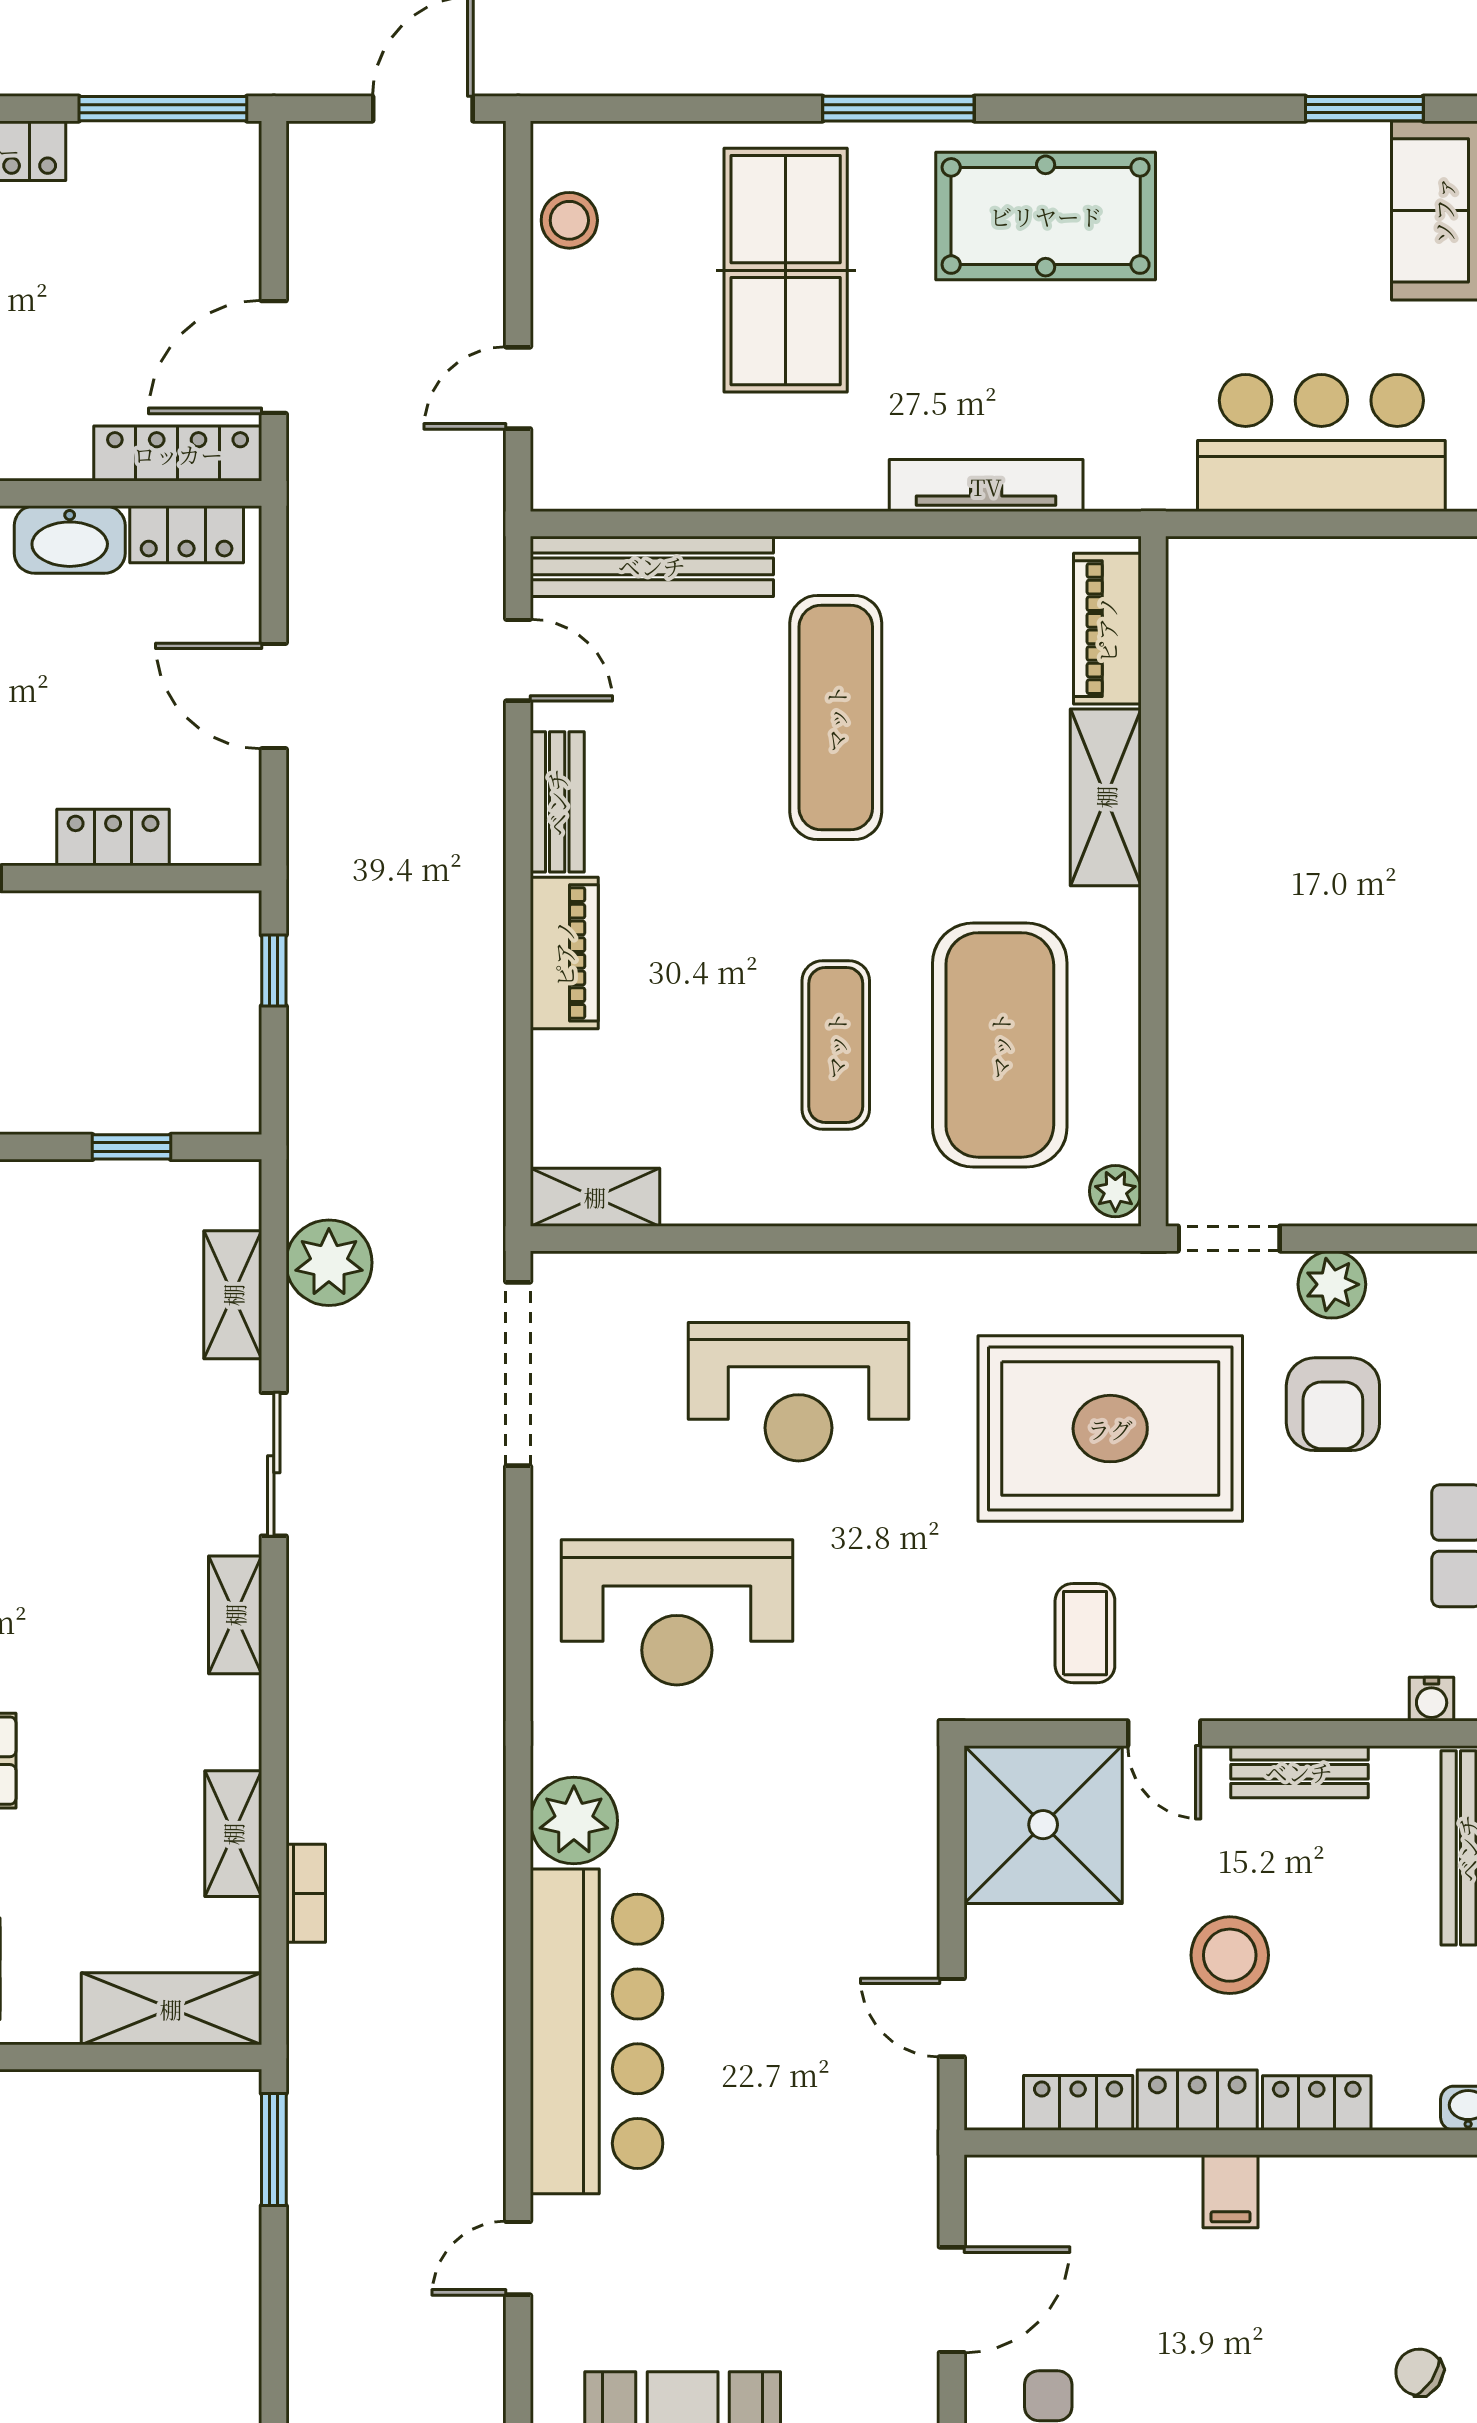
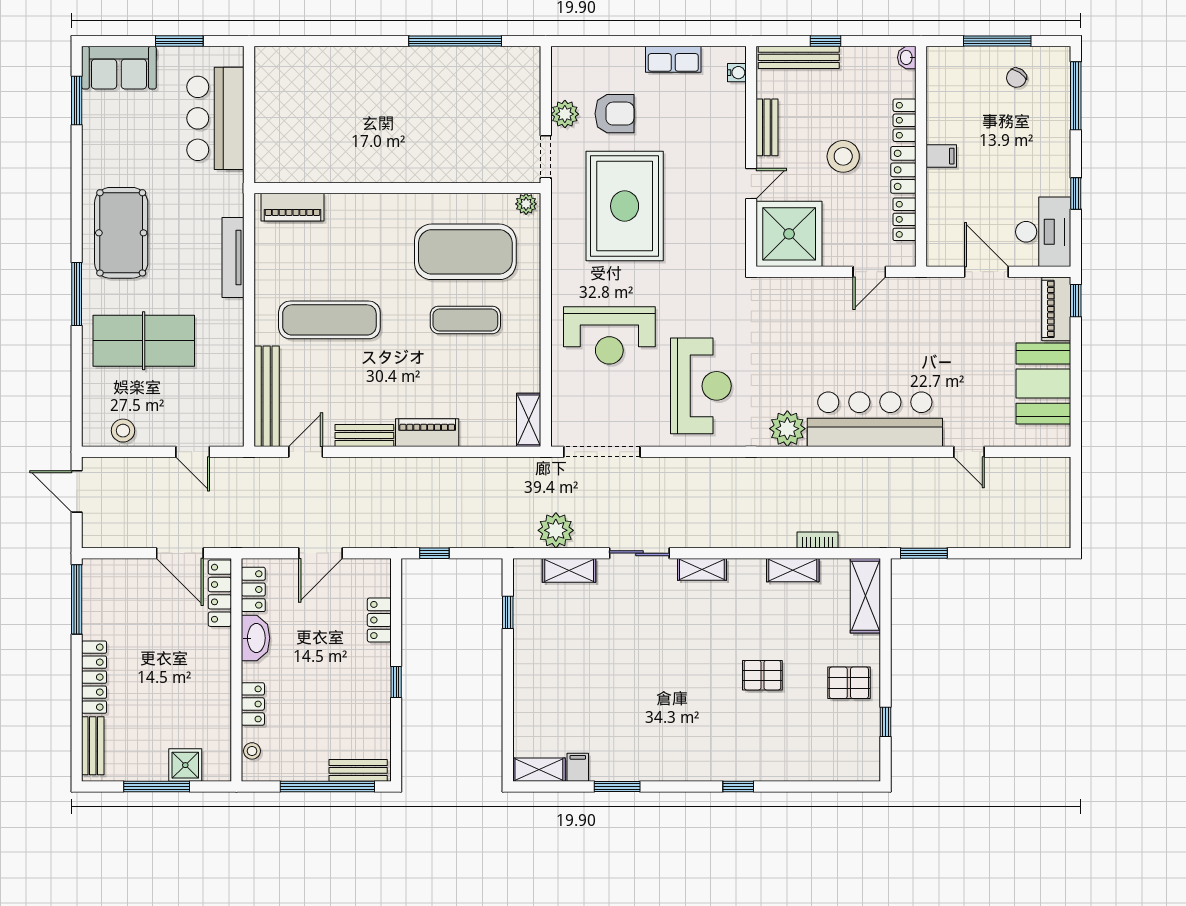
shelving: (1106, 797) -> (363, 208), removed
reception desk: (798, 1392) -> (609, 335), turned 90
coffee table: (1085, 1633) -> (710, 216), removed

